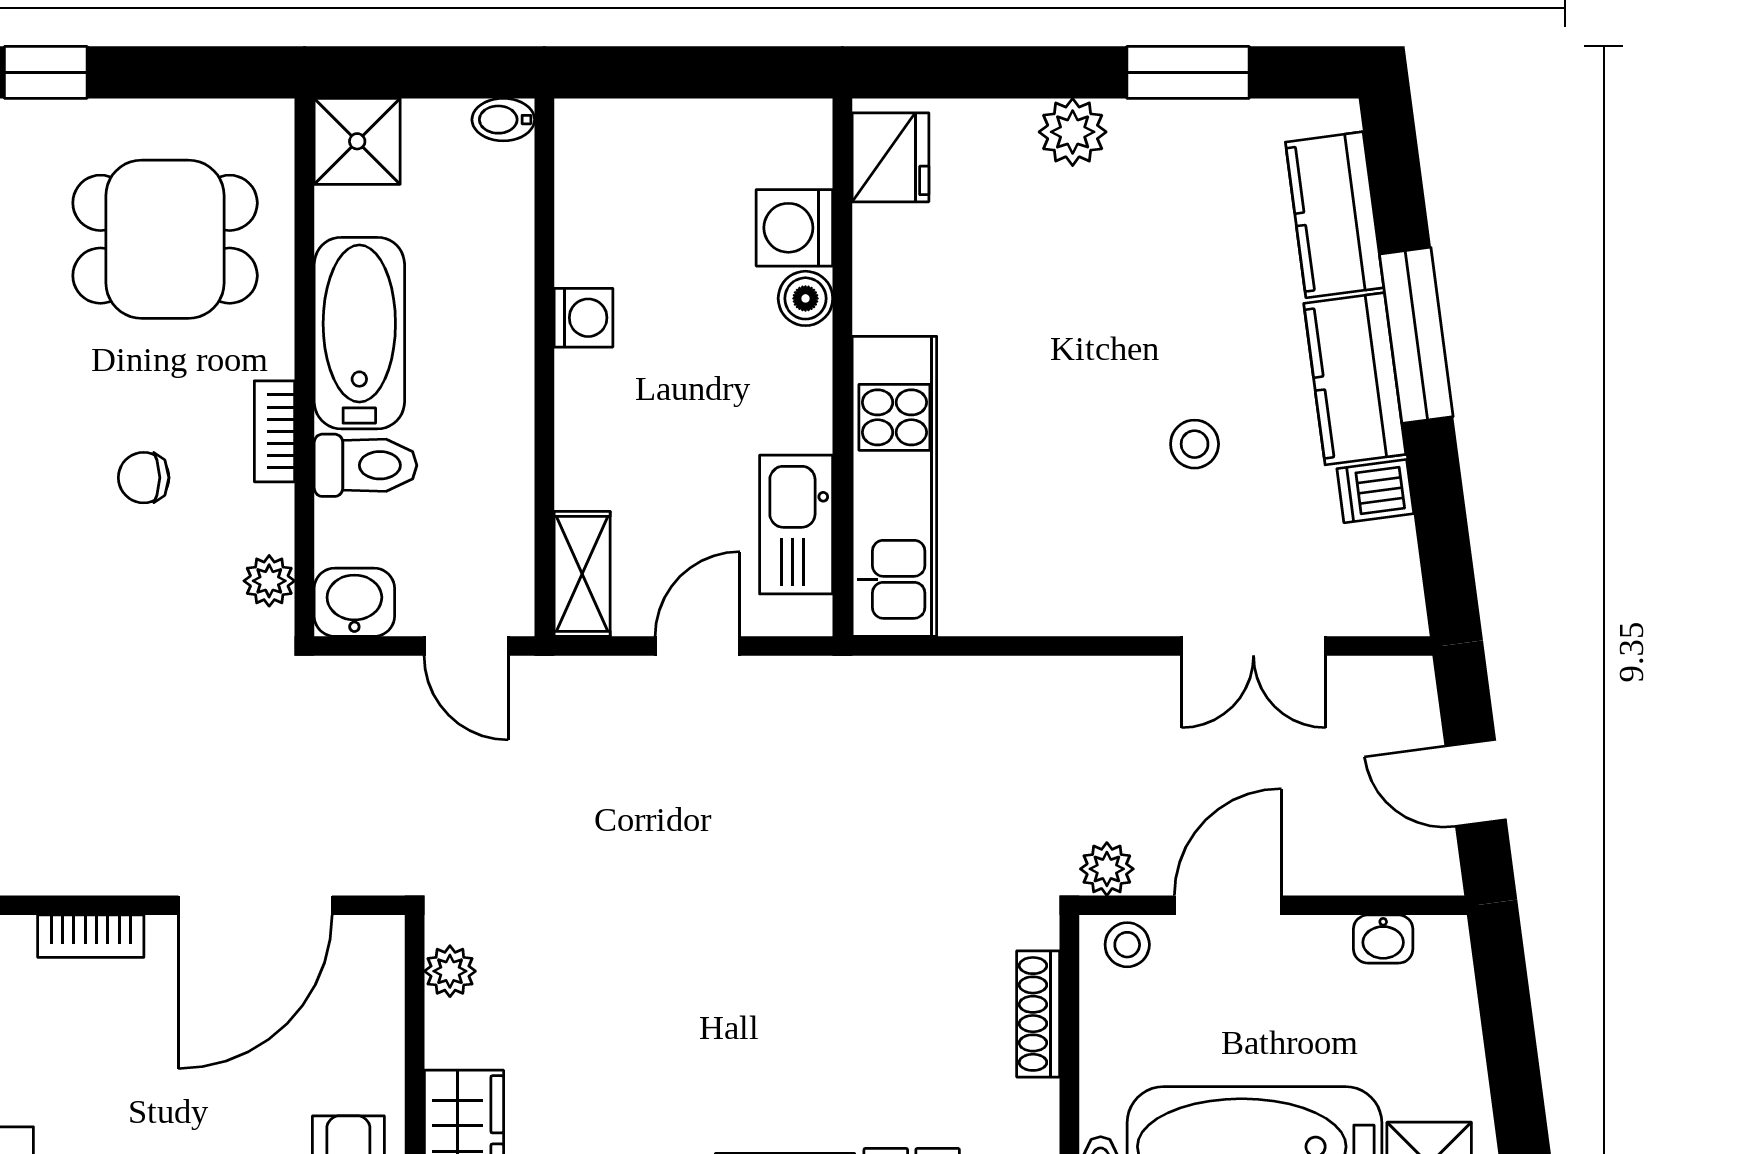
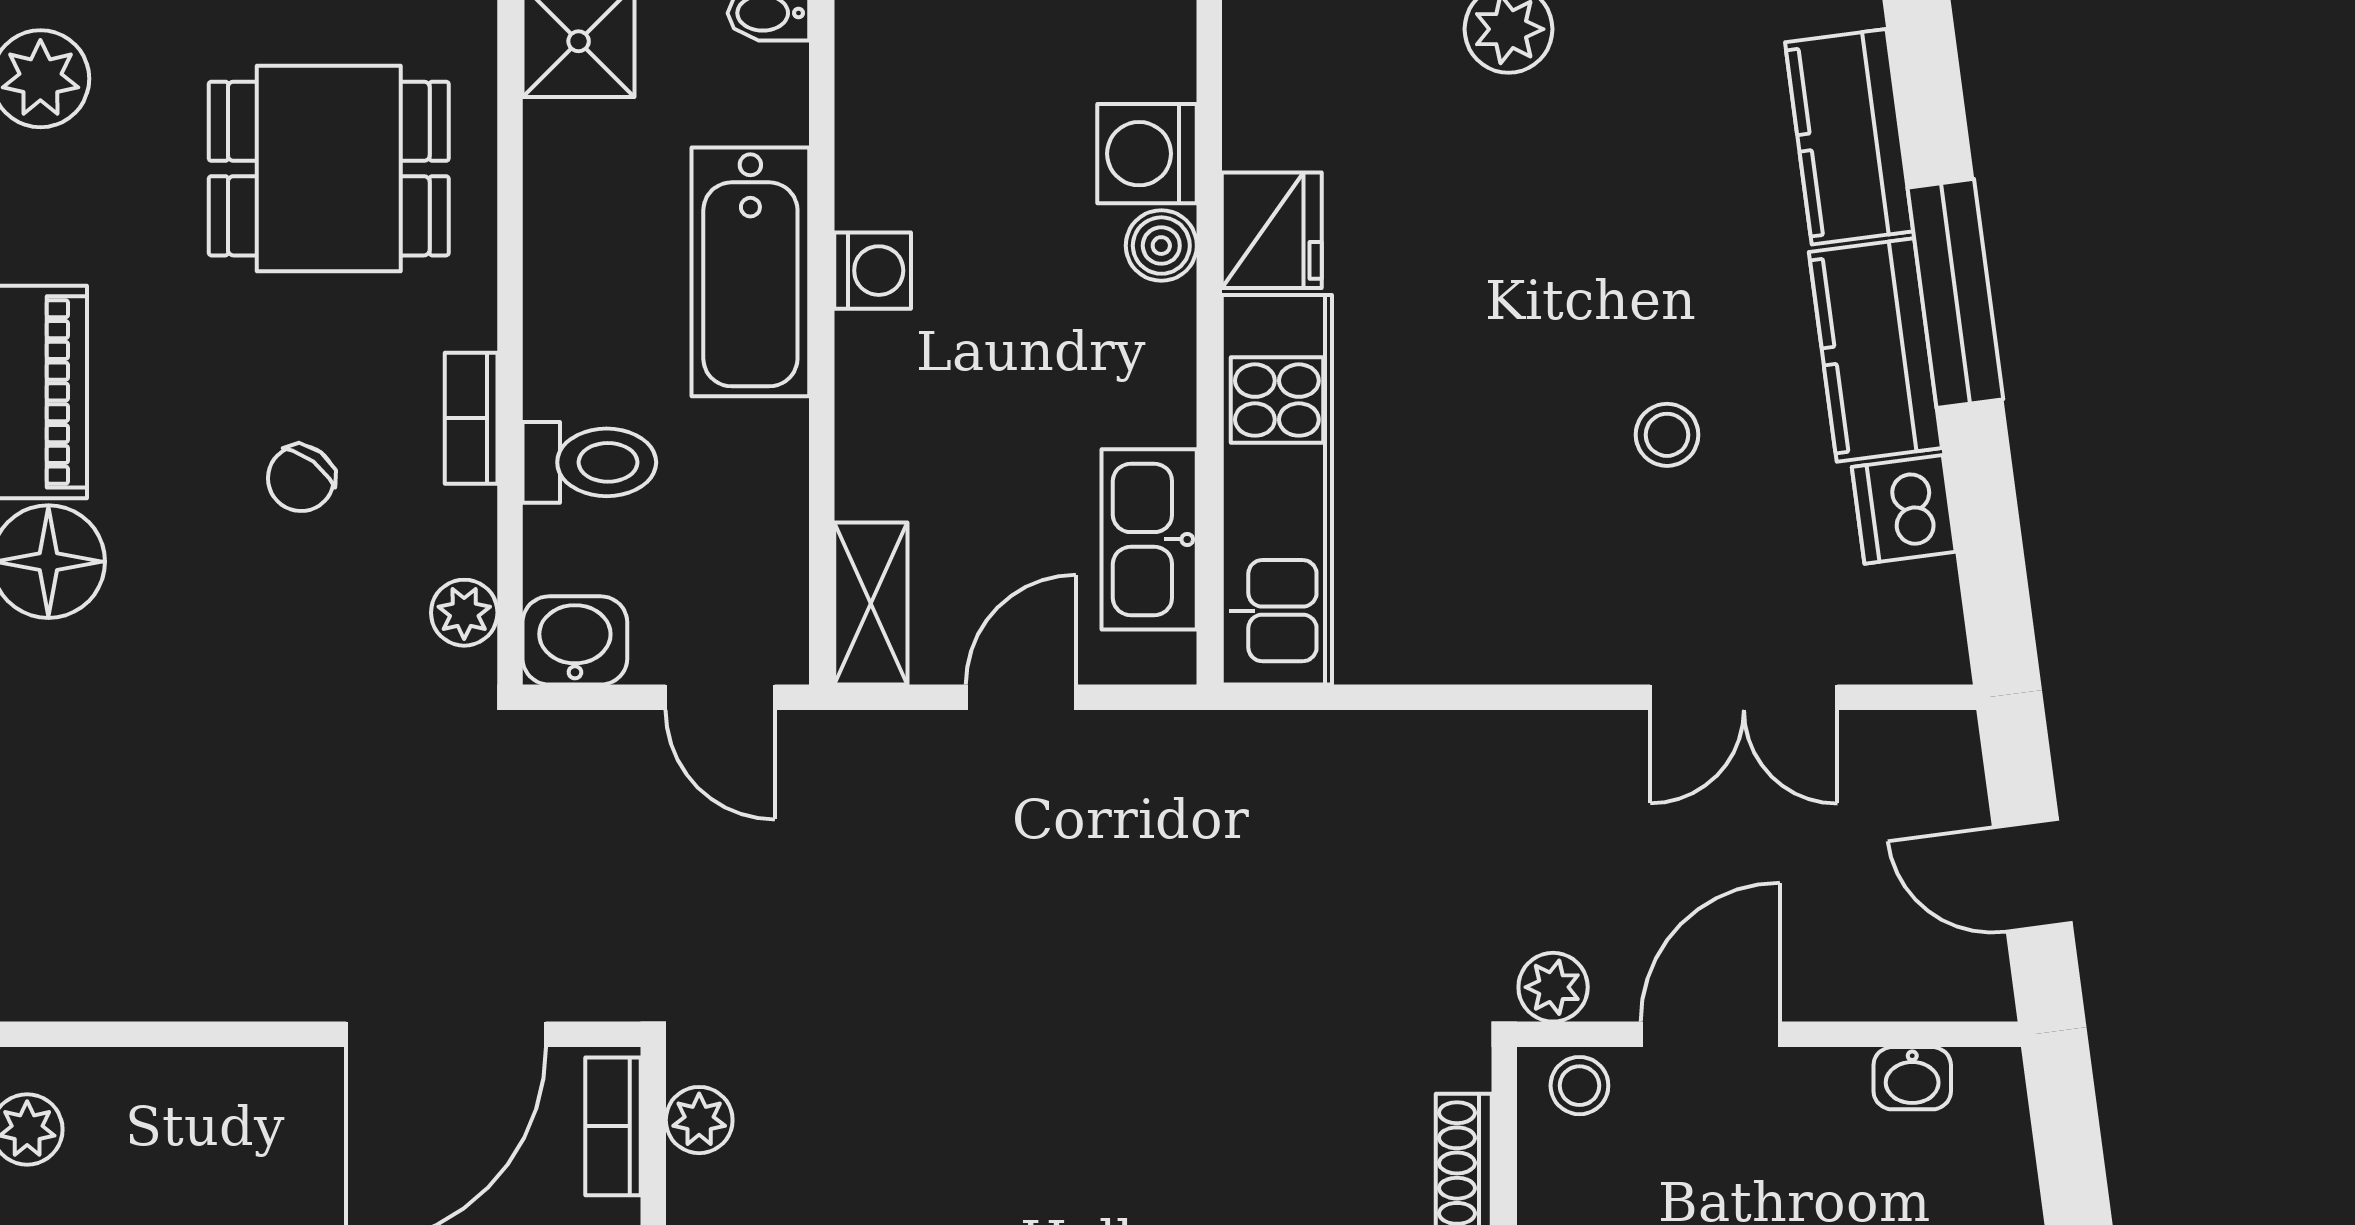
fridge: (891, 157) -> (1272, 230), moved
bathtub: (359, 333) -> (750, 272), moved, turned 180
chair: (144, 478) -> (301, 478), turned -53
dishwasher: (1375, 491) -> (1904, 509), width x1.38
bookcase: (91, 936) -> (613, 1126), moved, turned 90

